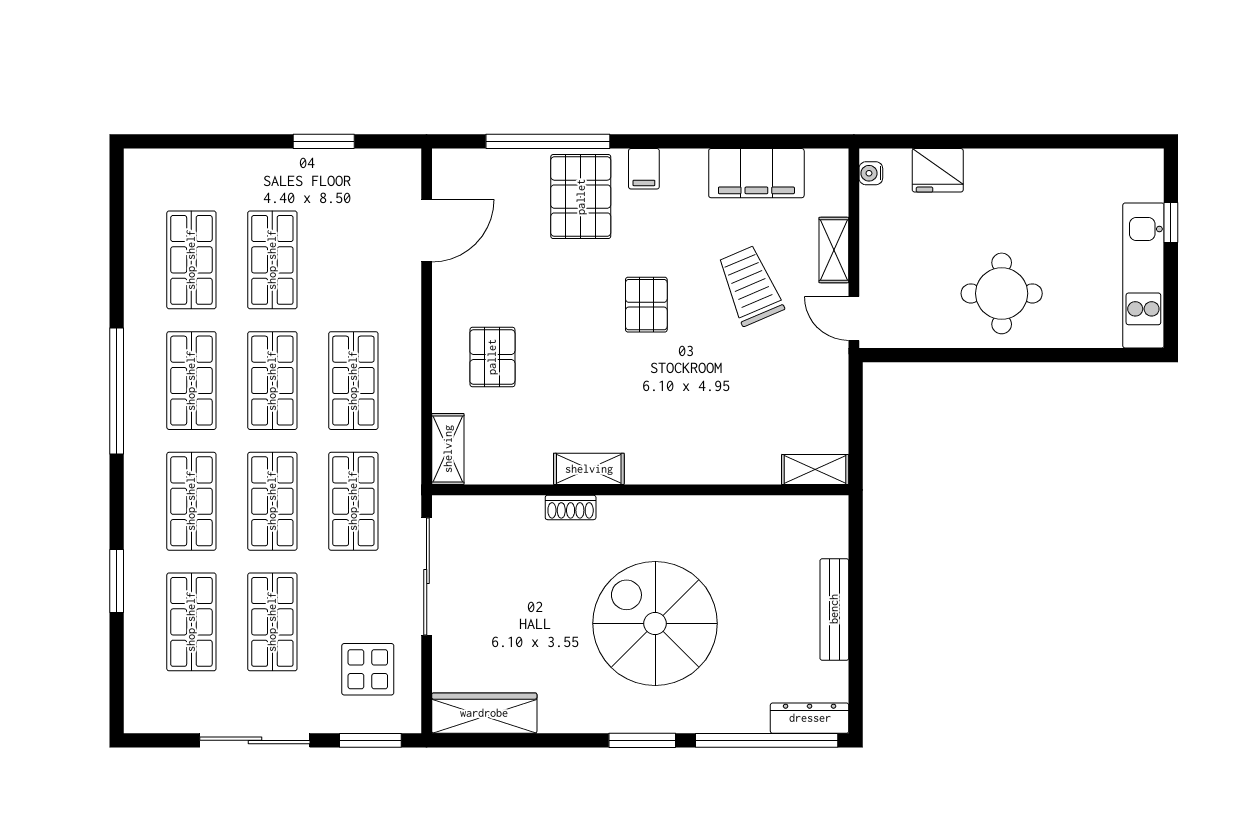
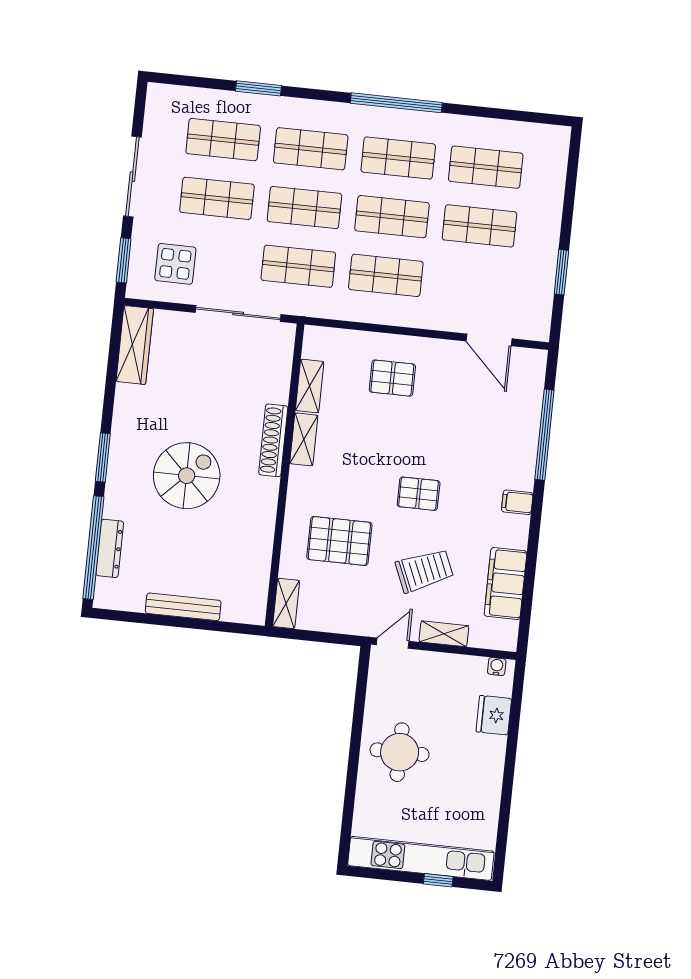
pallet: (581, 197) -> (339, 541), moved
kitchen unit: (1143, 275) -> (421, 858), width x1.36
shelving: (448, 449) -> (310, 386), moved, turned 90
shoe rack: (571, 507) -> (273, 440), width x1.94, depth x1.24
spiral stairs: (655, 623) -> (187, 476), width x0.73, depth x0.73
dresser: (810, 718) -> (110, 548), moved

